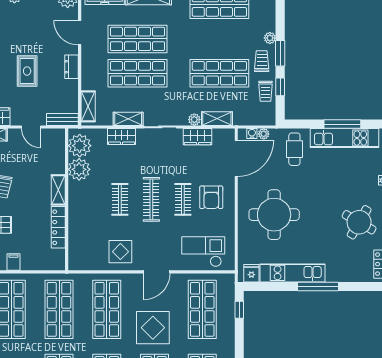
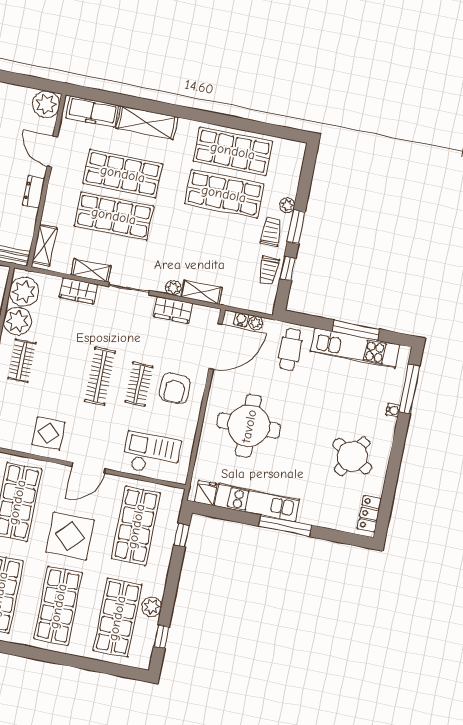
shop shelf: (219, 73) -> (224, 194), moved
clothes rail: (120, 199) -> (22, 361), moved

